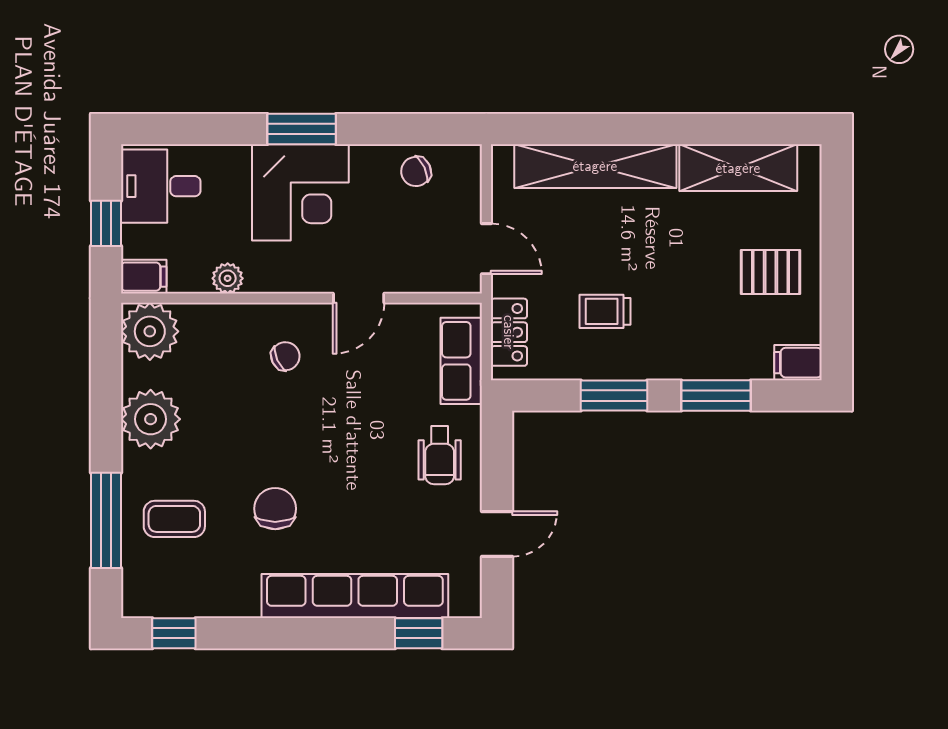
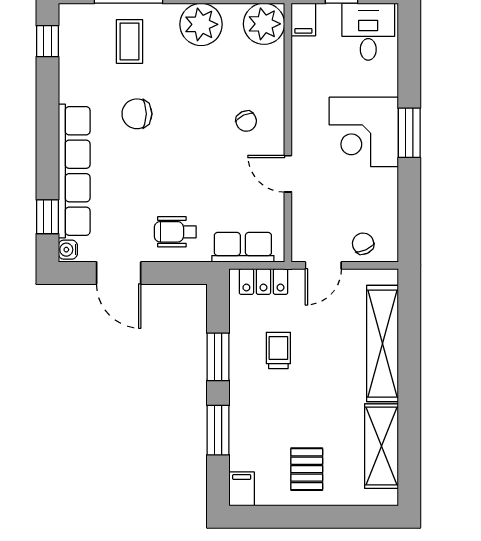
chair: (416, 171) -> (363, 244), moved
plant: (228, 278) -> (302, 80), removed
chair: (275, 509) -> (137, 114), turned 180
door: (497, 534) -> (119, 273), width x1.38
water cooler: (464, 605) -> (68, 250), added

